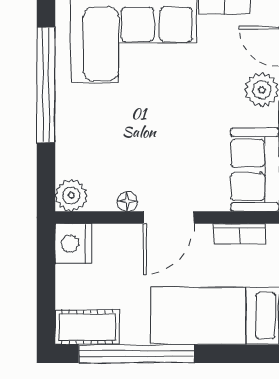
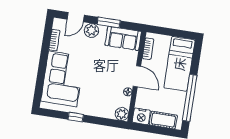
window: (46, 85) -> (76, 117), width x0.32
cot: (87, 327) -> (163, 120), moved, turned 90

